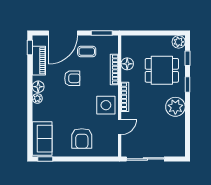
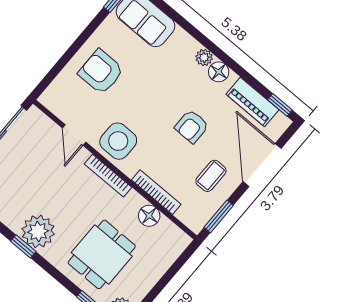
window: (187, 85) -> (23, 246), moved

